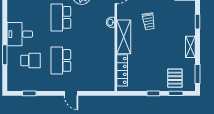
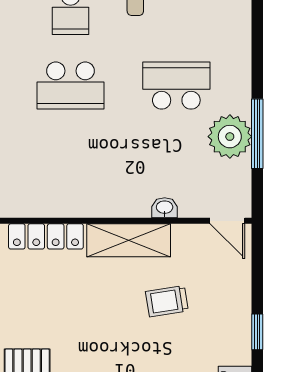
school desk: (61, 60) -> (70, 86), turned 180

